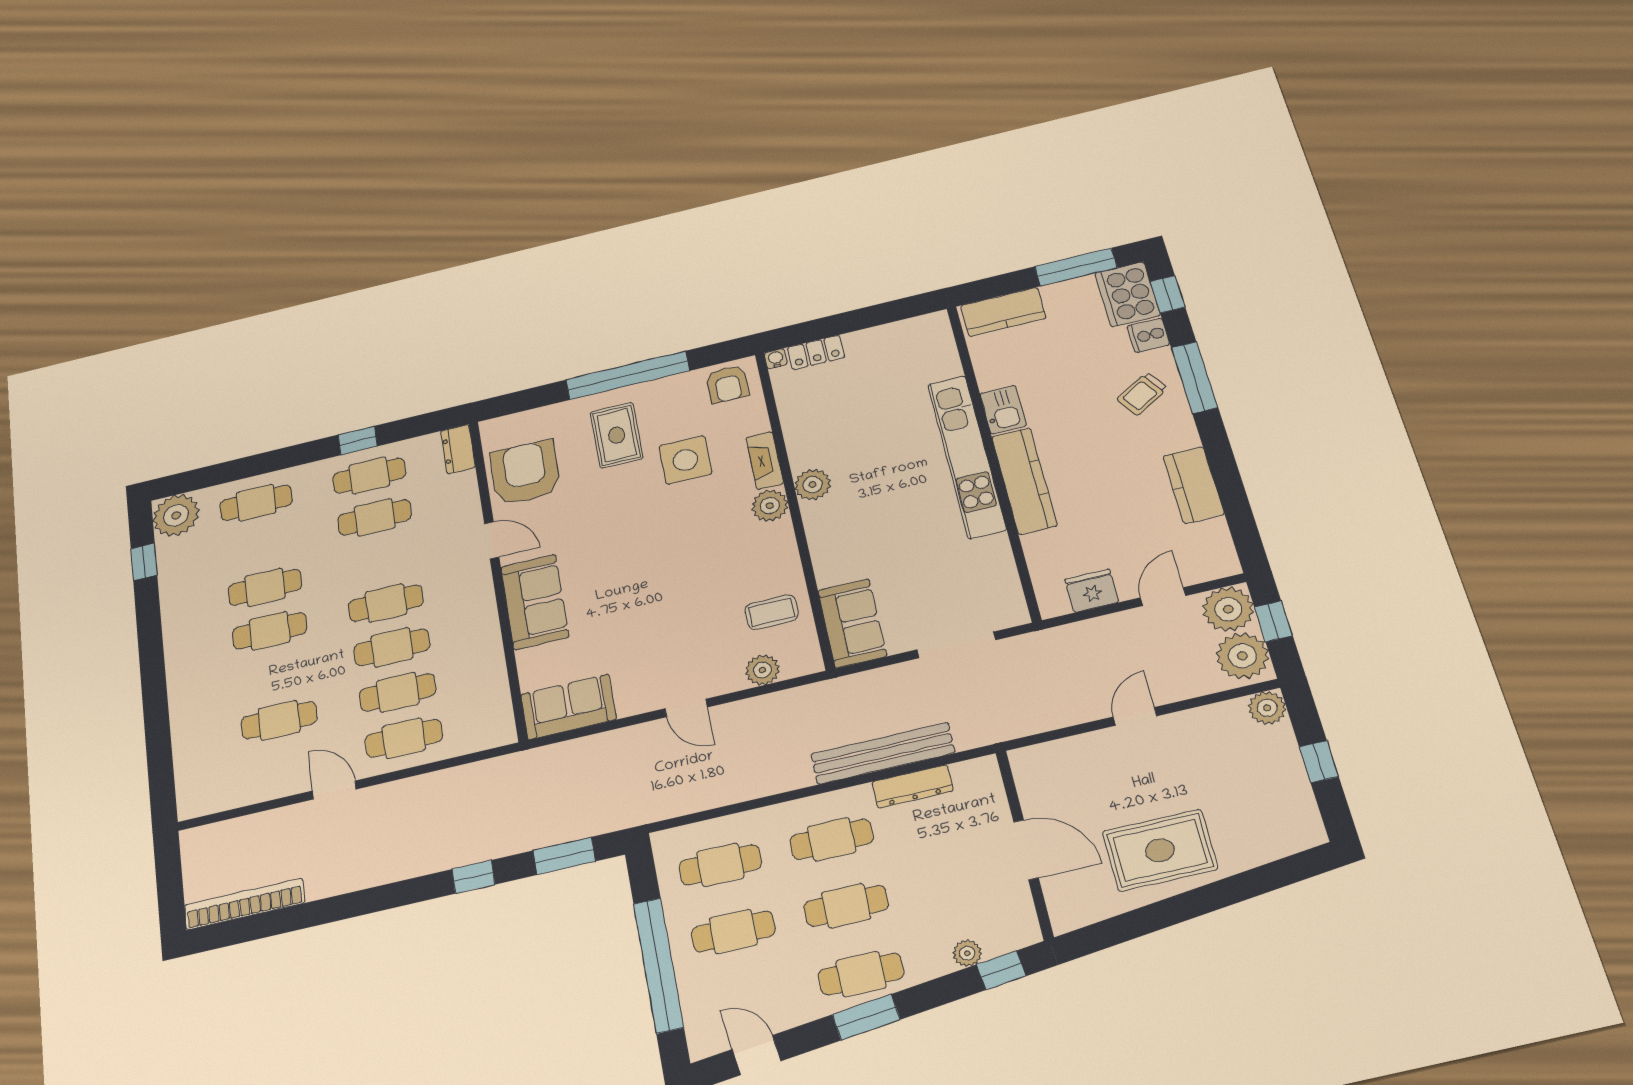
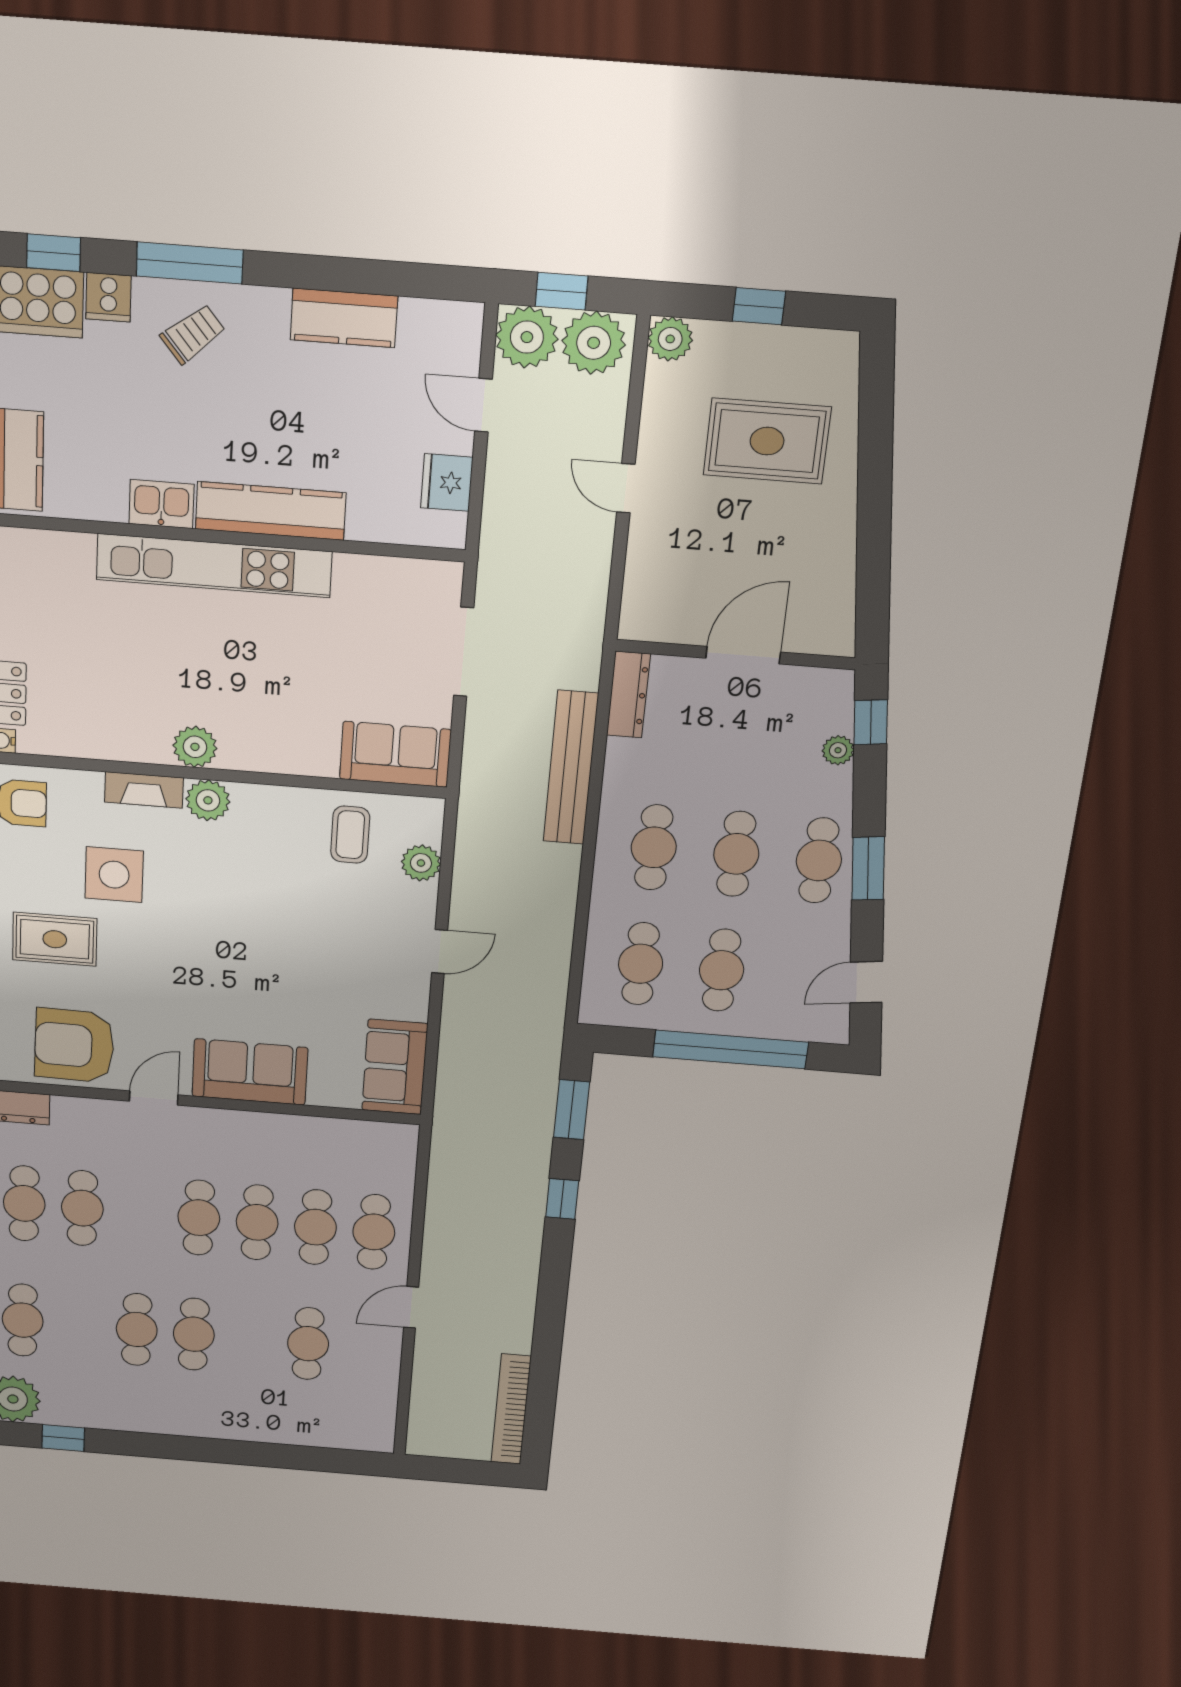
trolley: (1142, 394) -> (193, 334), turned -98
dresser: (913, 786) -> (628, 695), moved
rug: (1160, 850) -> (767, 441), moved, turned 90

